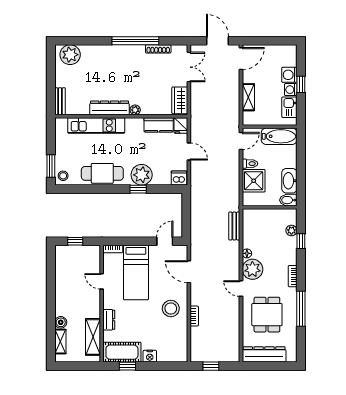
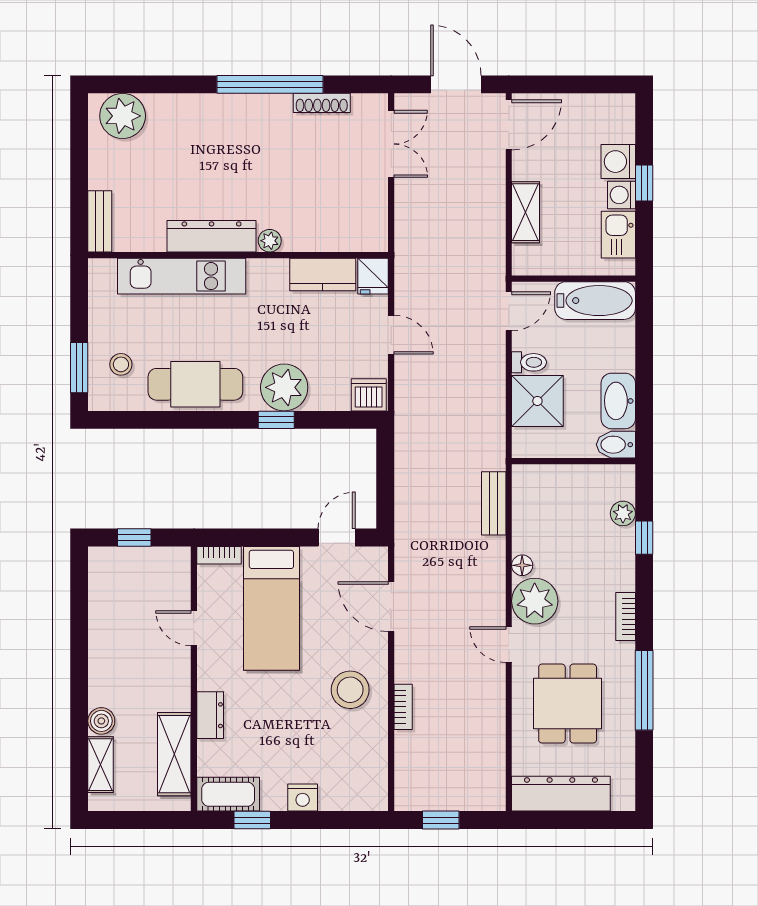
wardrobe: (180, 100) -> (370, 219), removed
stool: (63, 176) -> (121, 364), moved
cot: (122, 352) -> (228, 794), width x0.73, depth x0.75

